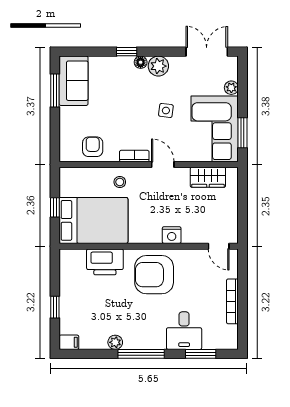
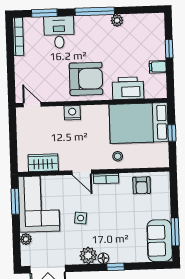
bookcase: (232, 301) -> (18, 37), moved
filing cabinet: (69, 342) -> (158, 67), moved

